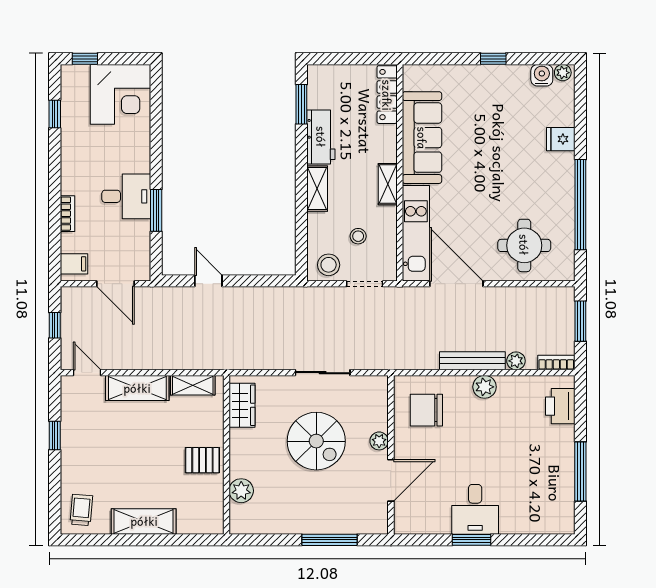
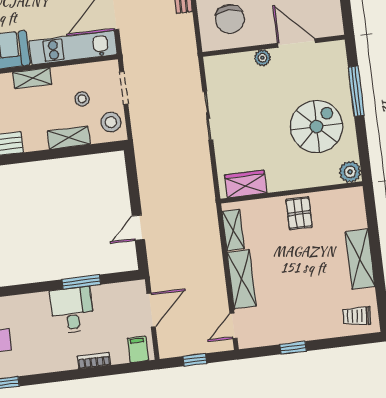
shelving: (317, 189) -> (69, 138), moved
spiral stairs: (316, 441) -> (316, 127), moved
plant: (241, 491) -> (350, 172), moved

